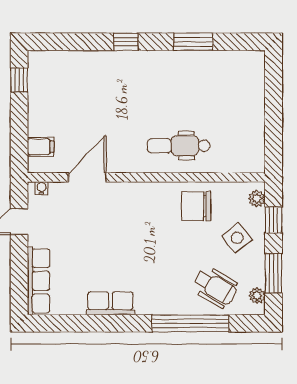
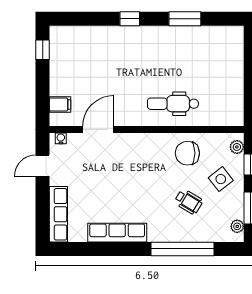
wheelchair: (215, 287) -> (189, 202), moved, width x0.73, depth x0.73
row of seats: (110, 303) -> (117, 233), width x1.48

